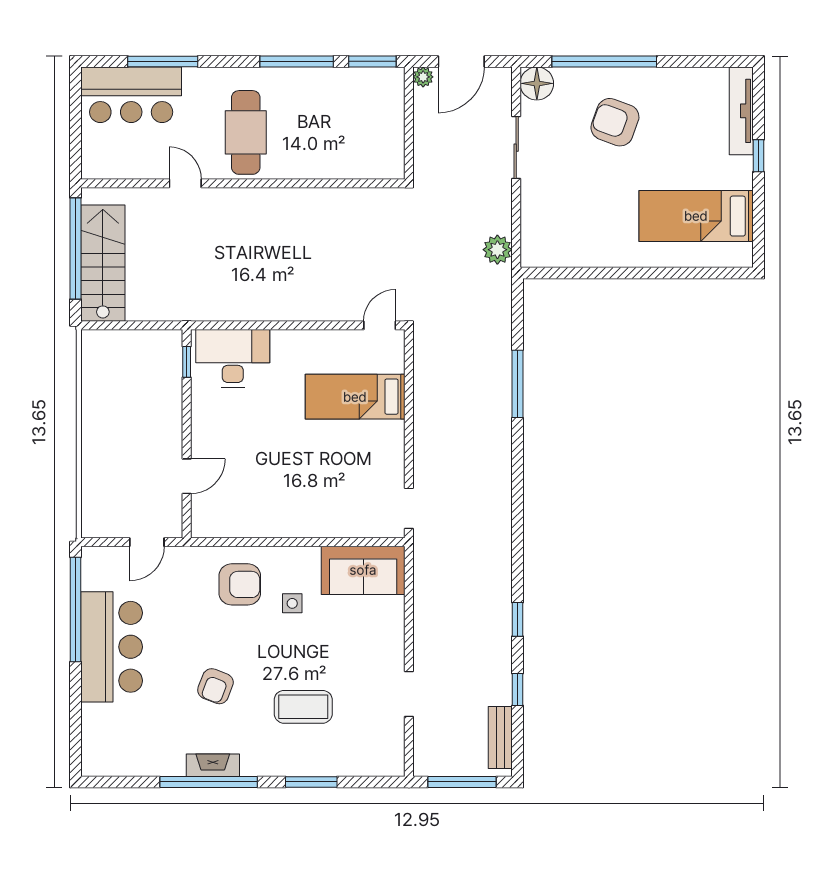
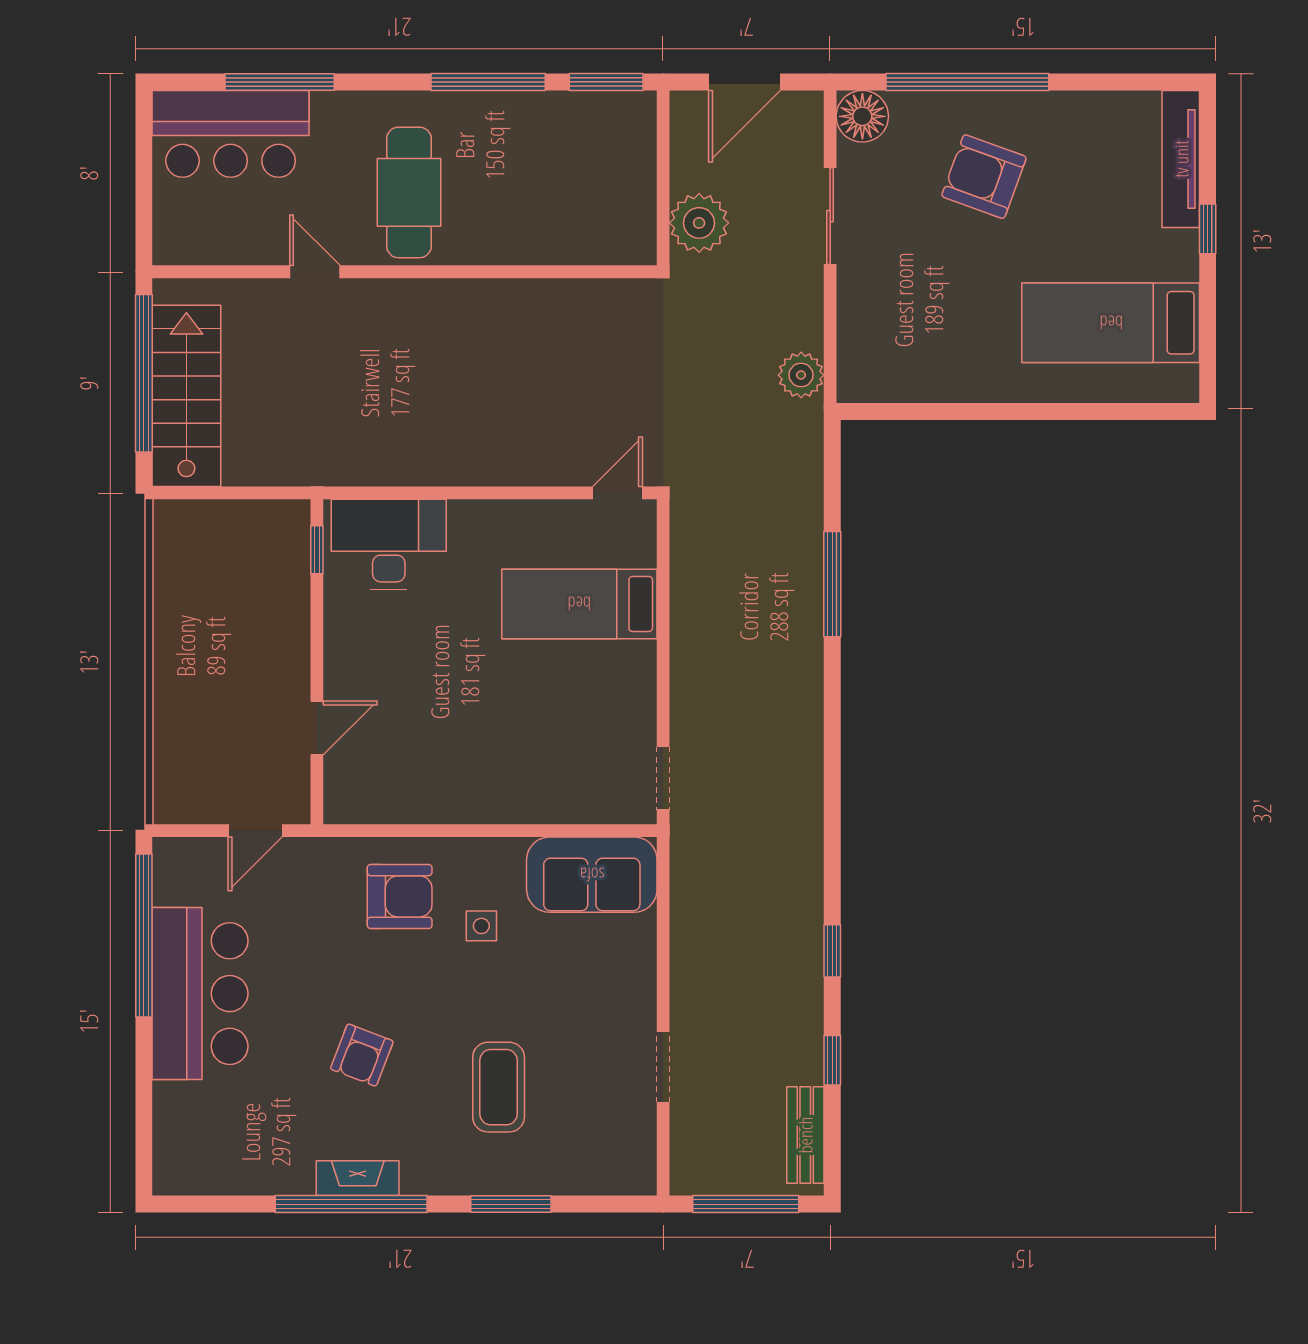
plant: (423, 77) -> (699, 223), moved, width x1.88, depth x1.88
coffee table: (303, 707) -> (499, 1087), turned 90

